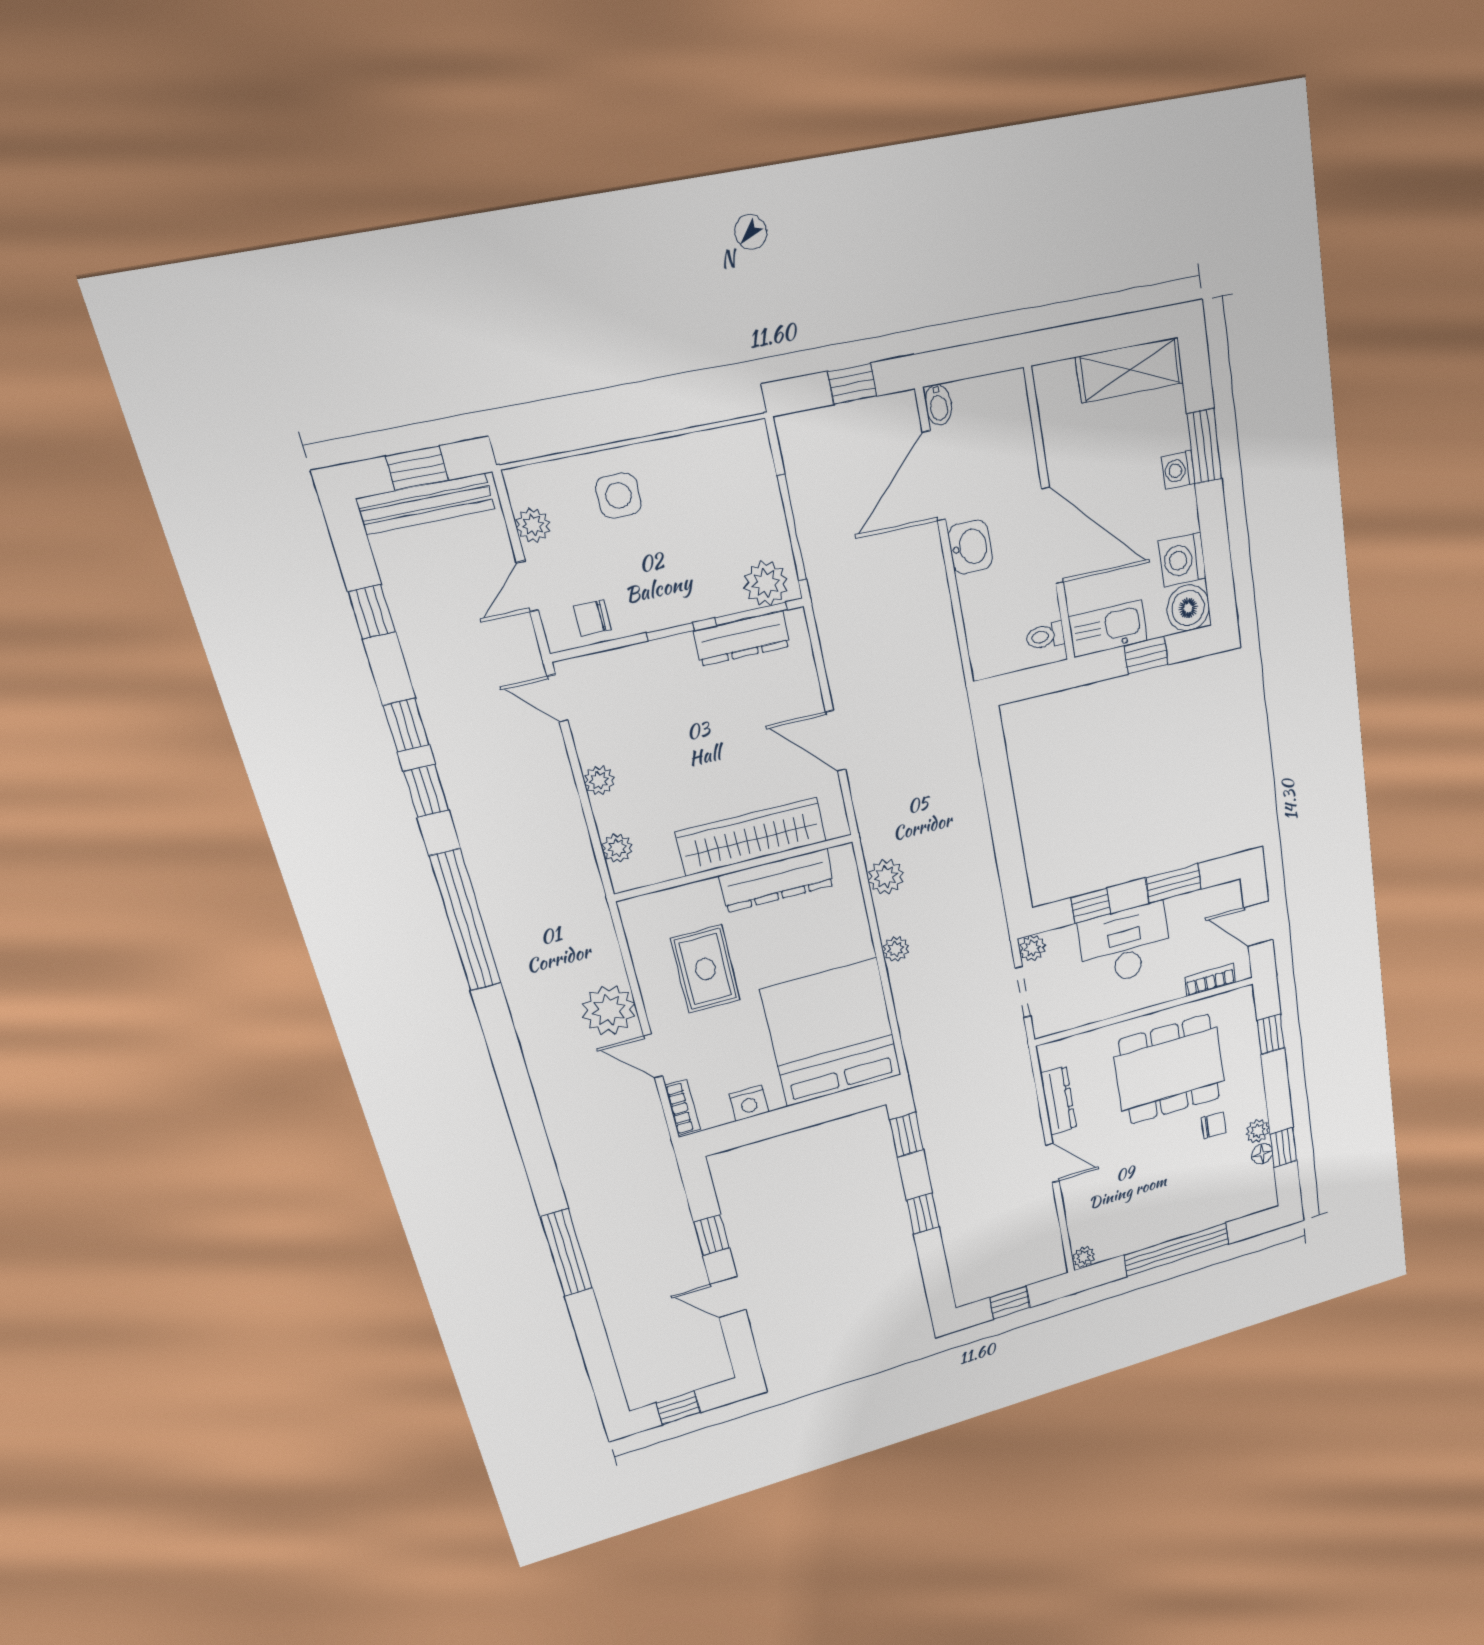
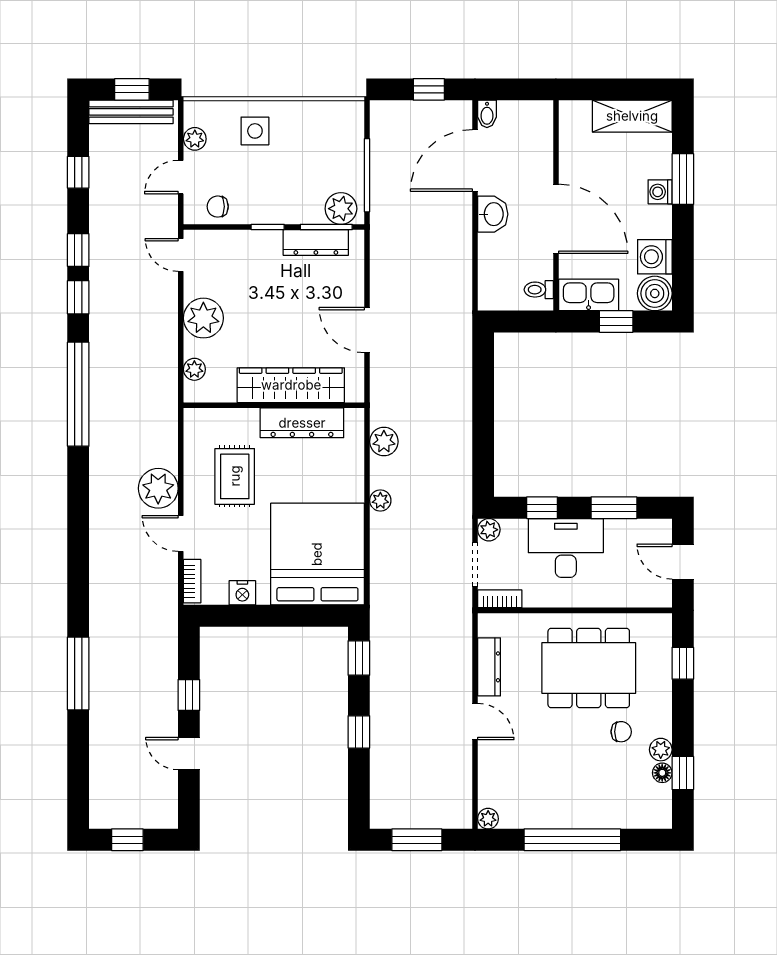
plant: (599, 780) -> (203, 318), width x1.88, depth x1.88
bookcase: (1210, 980) -> (500, 599), moved
window: (1010, 1302) -> (417, 840), width x1.50

